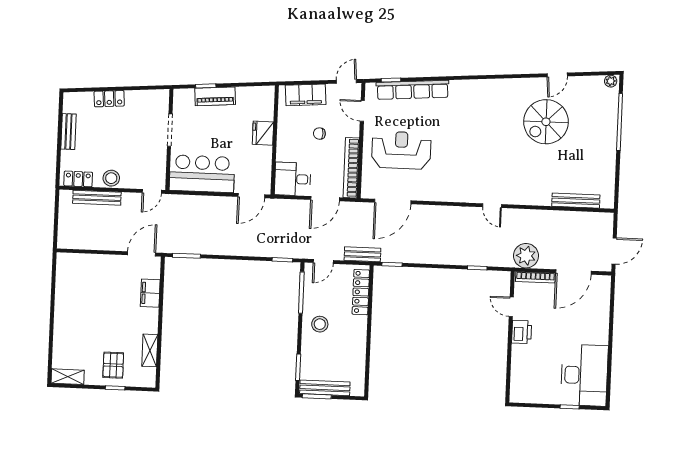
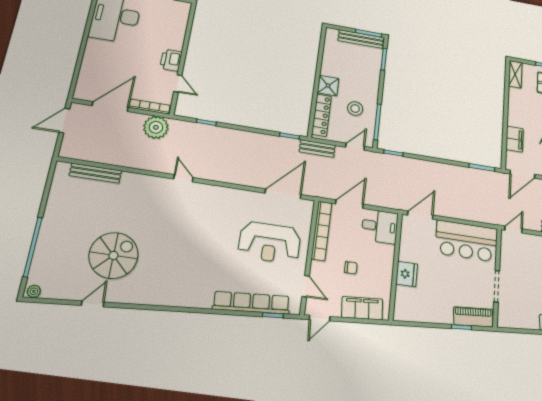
piano: (215, 96) -> (473, 317), moved
stool: (320, 324) -> (355, 109), moved
shower: (357, 327) -> (328, 86), added
shelving: (150, 350) -> (515, 74), moved

